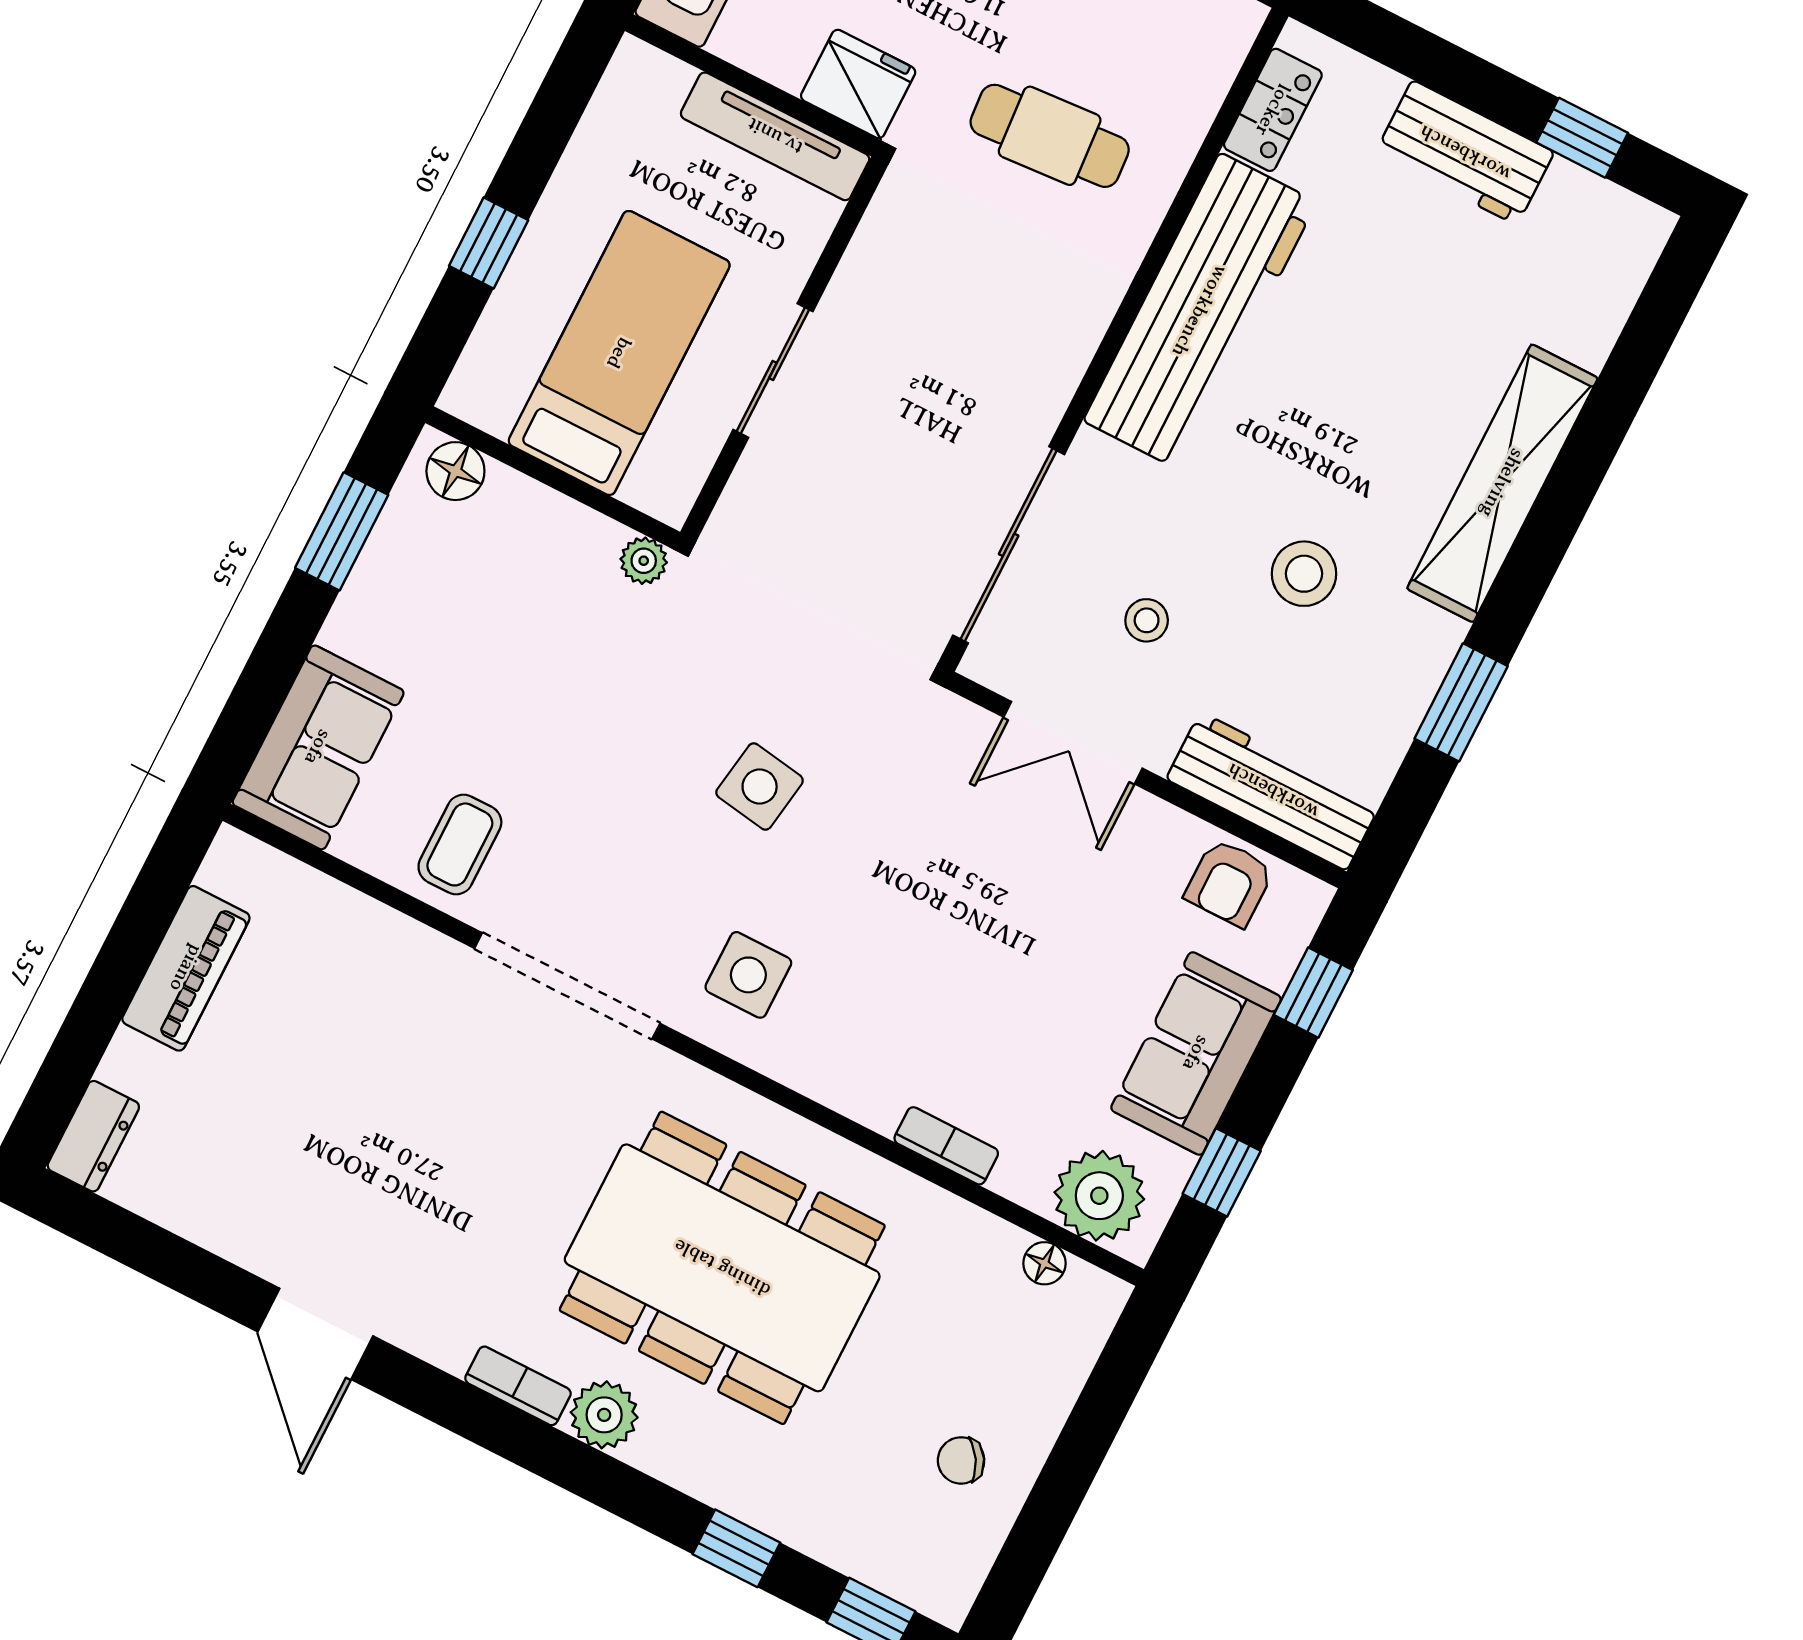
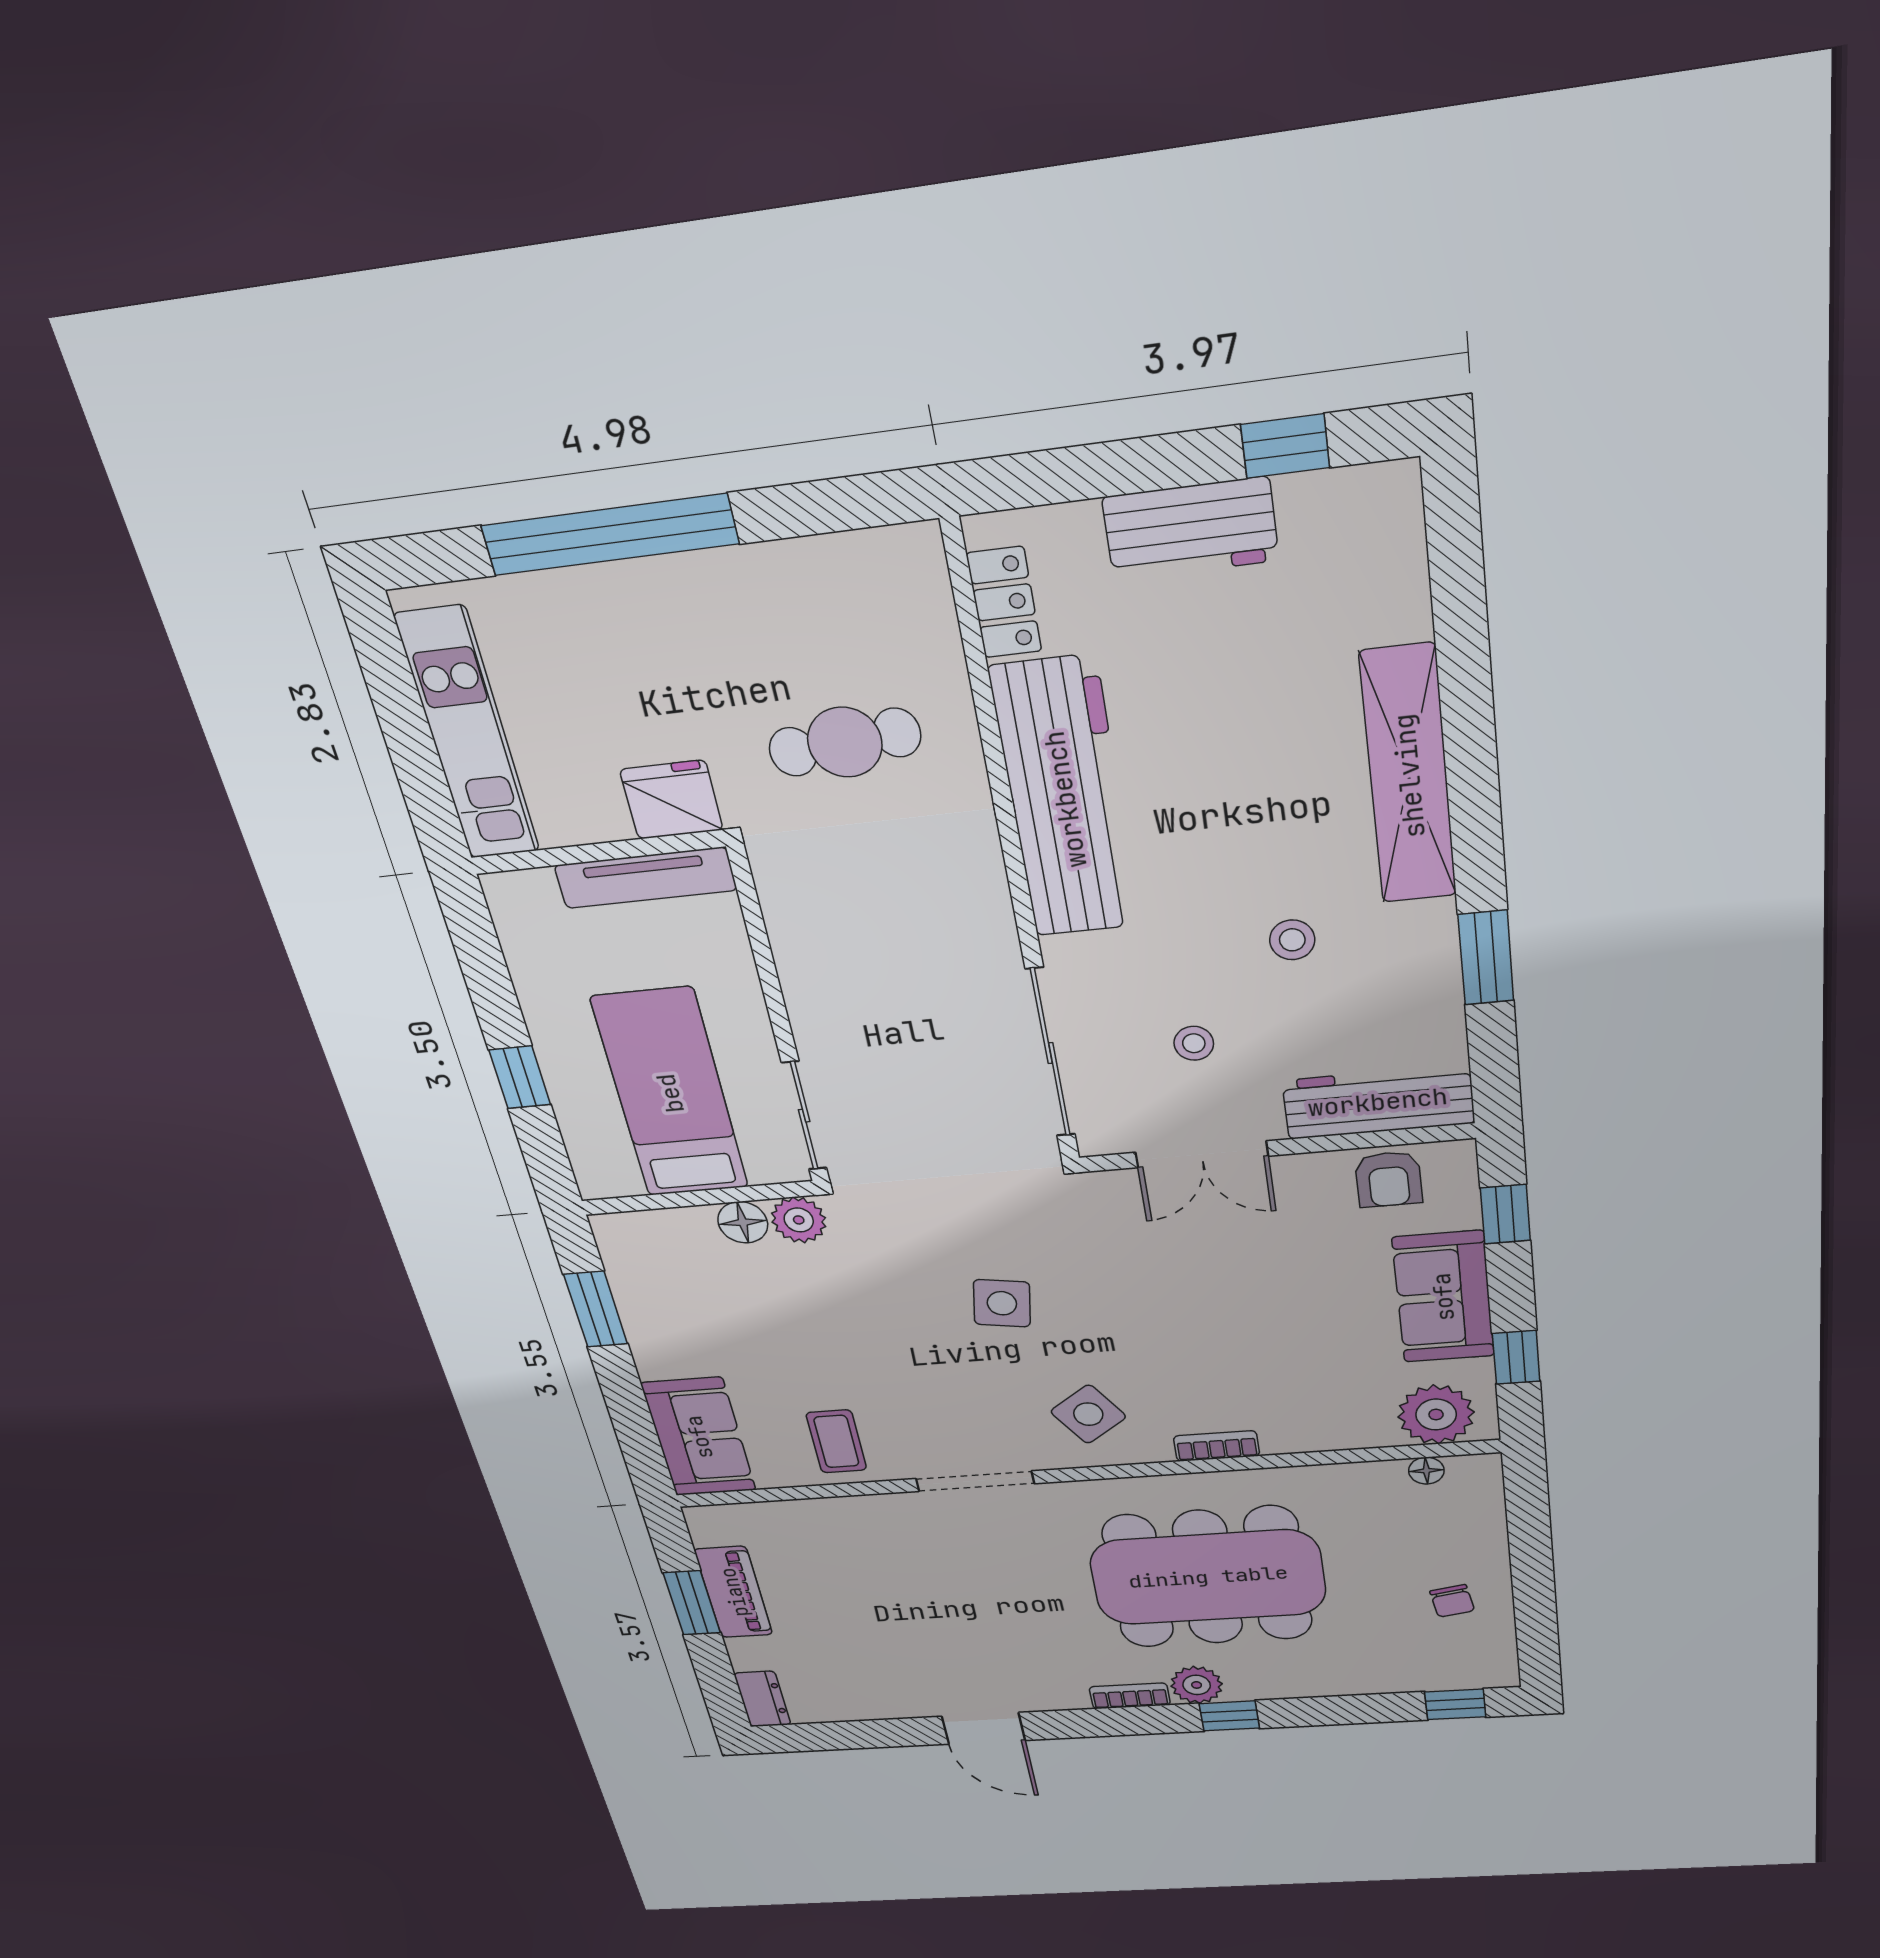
sliding door: (773, 371) -> (804, 1116), moved
floor lamp: (455, 471) -> (743, 1222), moved
plant: (644, 561) -> (799, 1220), width x1.38, depth x1.38
stool: (1304, 574) -> (1292, 940), width x0.73, depth x0.73
window: (126, 954) -> (692, 1603), added
side table: (748, 975) -> (1088, 1414), turned -35
doorway: (567, 986) -> (975, 1481), width x0.73
bookcase: (946, 1146) -> (1217, 1446), moved
chair: (961, 1460) -> (1452, 1601), turned -69
window: (736, 1548) -> (1229, 1716), moved

